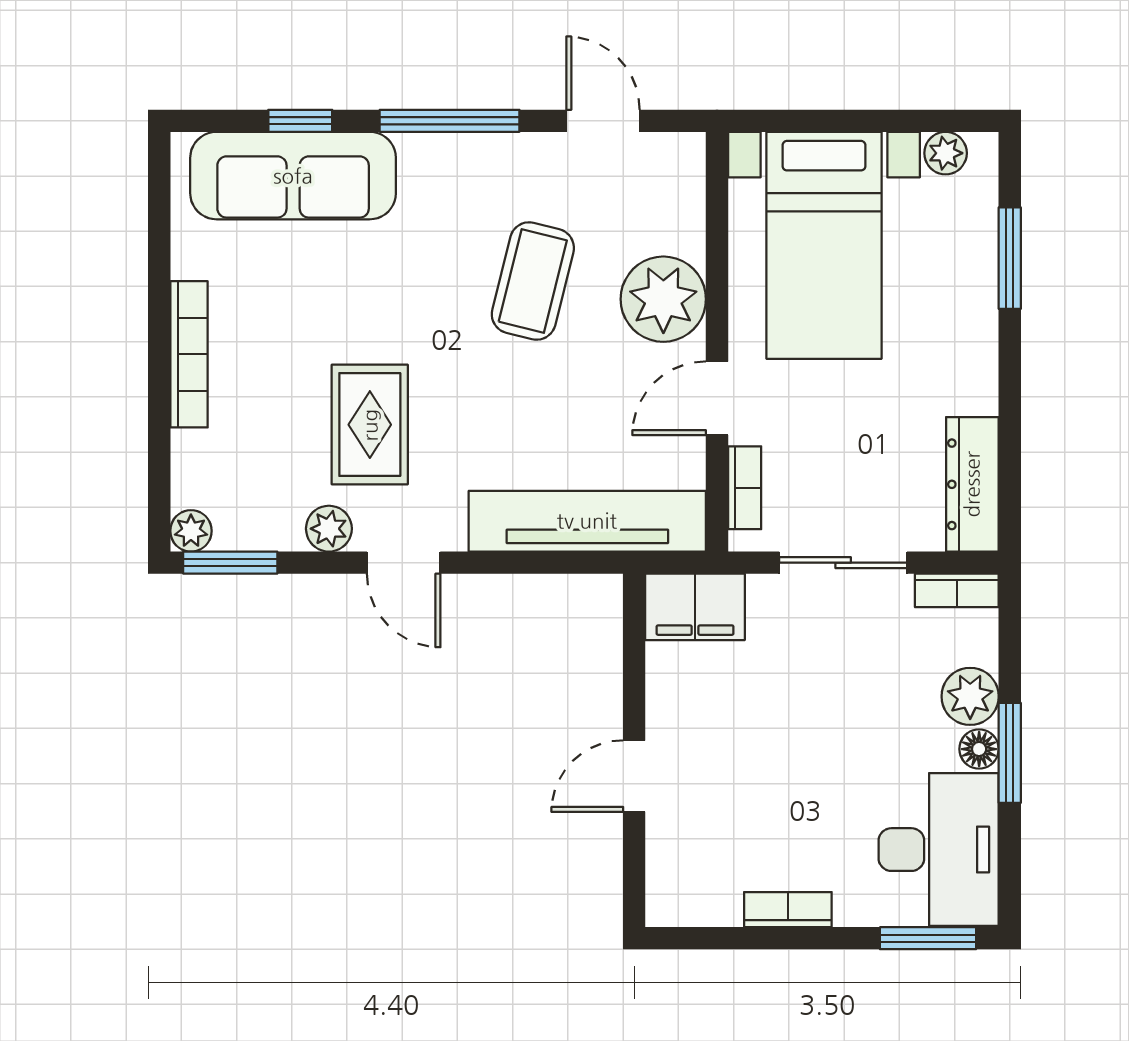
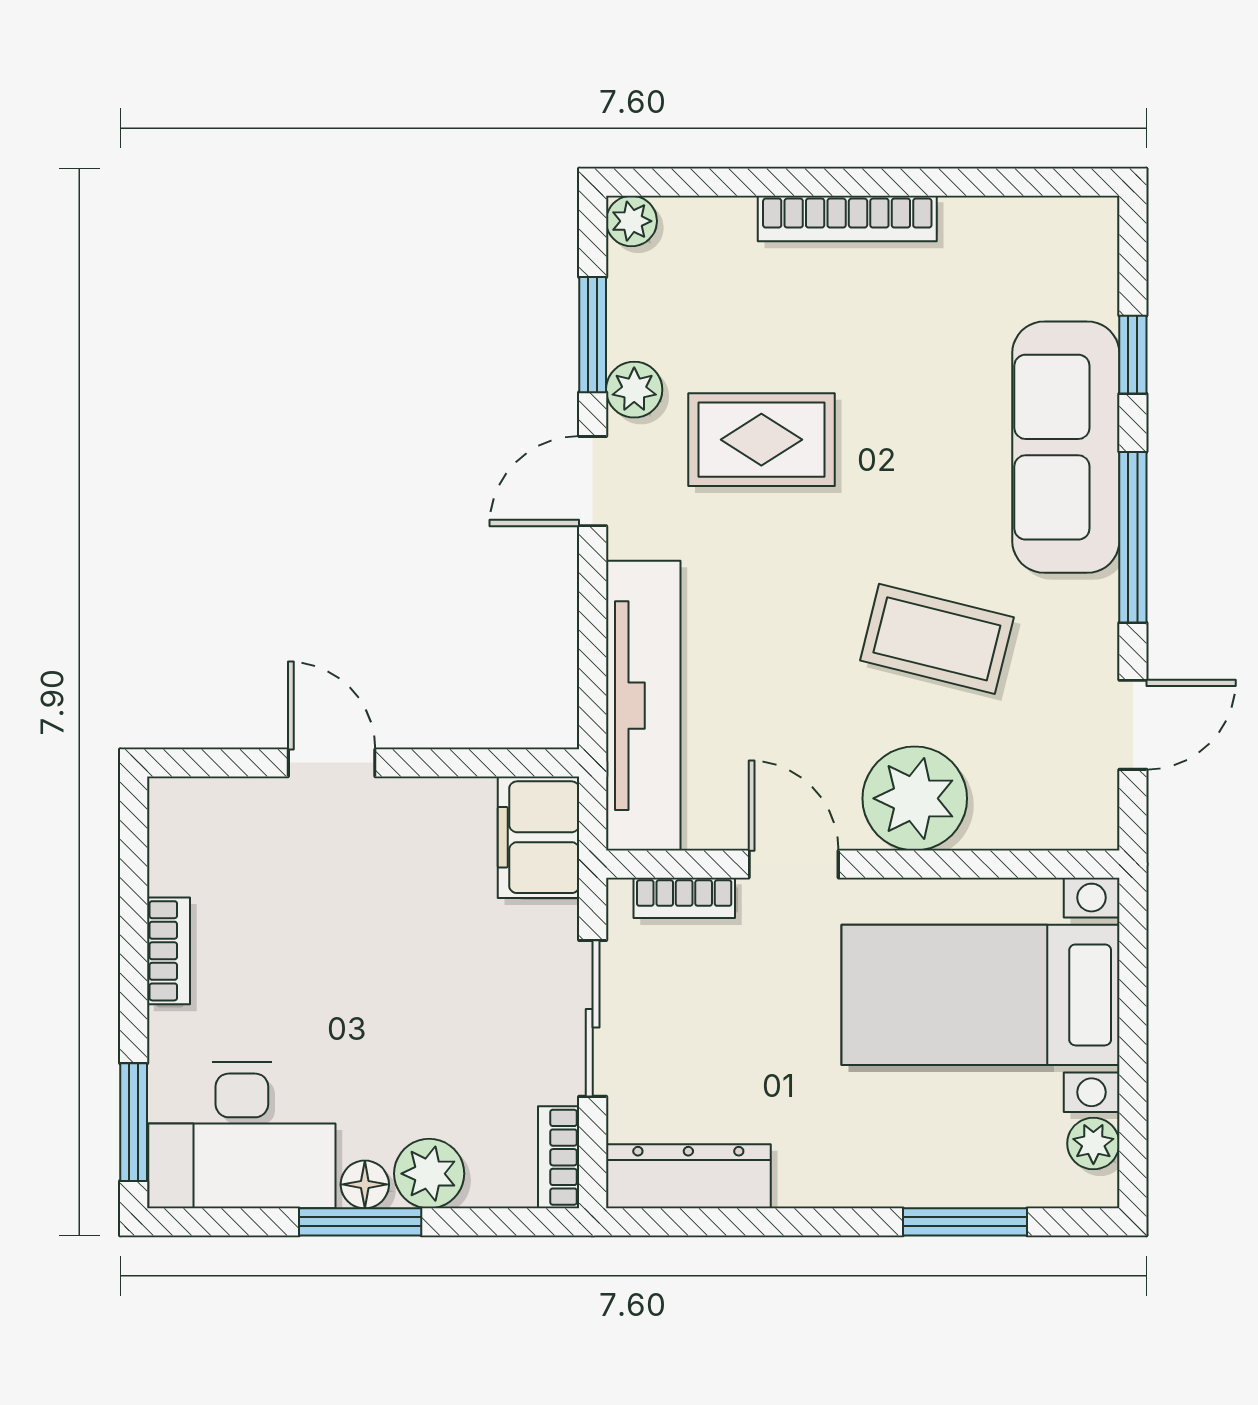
sofa: (293, 176) -> (1066, 447), moved
window: (230, 563) -> (593, 335), moved

